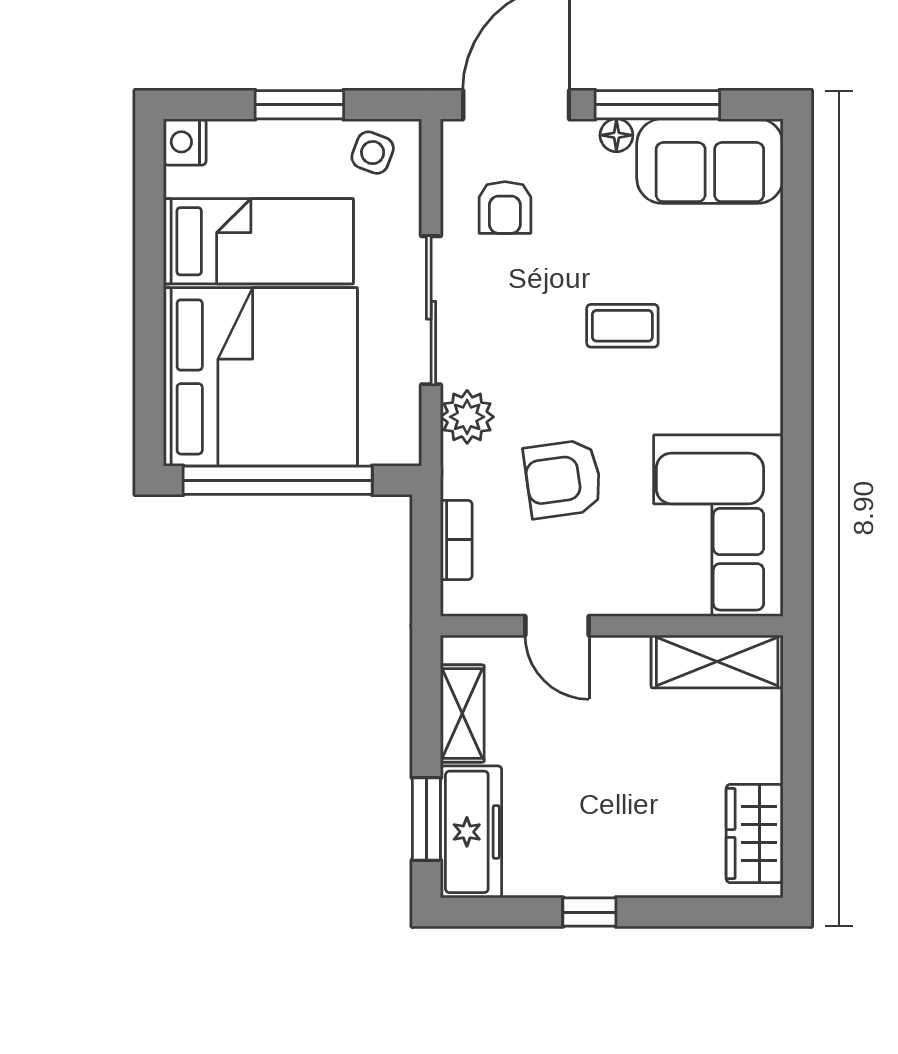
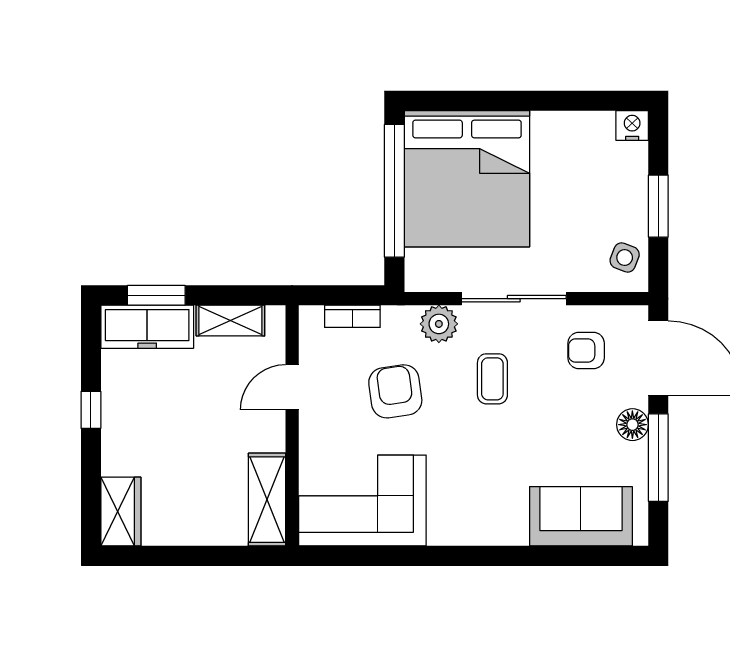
floor lamp: (616, 135) -> (632, 425), width x1.37, depth x1.37
sofa: (710, 161) -> (581, 516), moved, turned 90
bed: (258, 241) -> (562, 177), removed
coffee table: (622, 326) -> (492, 379), moved
wardrobe: (755, 833) -> (121, 512), moved, turned 90

